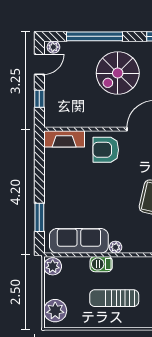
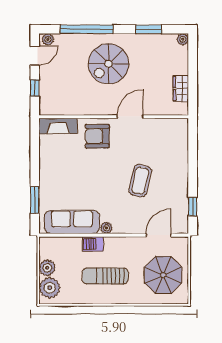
plant: (53, 266) -> (47, 268), moved

